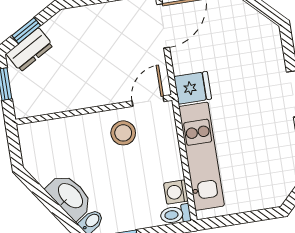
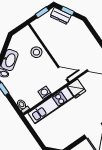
stool: (123, 133) -> (36, 52), moved
washing machine: (176, 192) -> (45, 93), moved

